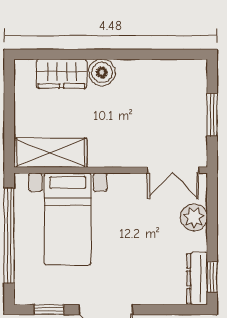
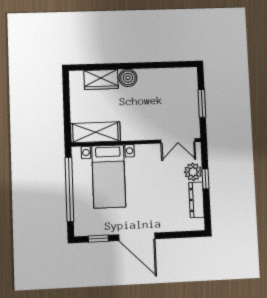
window: (212, 277) -> (206, 179), moved
dresser: (197, 278) -> (197, 200), moved

